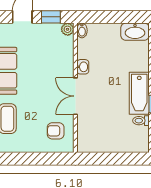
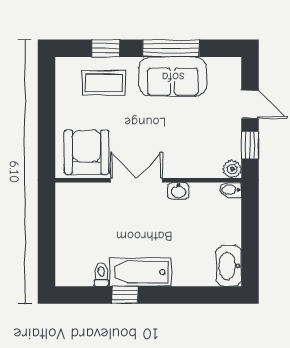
armchair: (56, 131) -> (87, 152), width x1.88, depth x1.88

